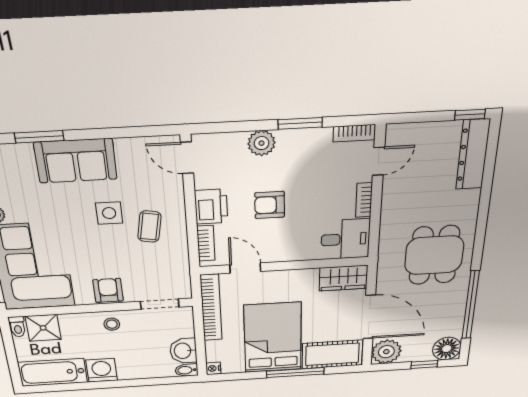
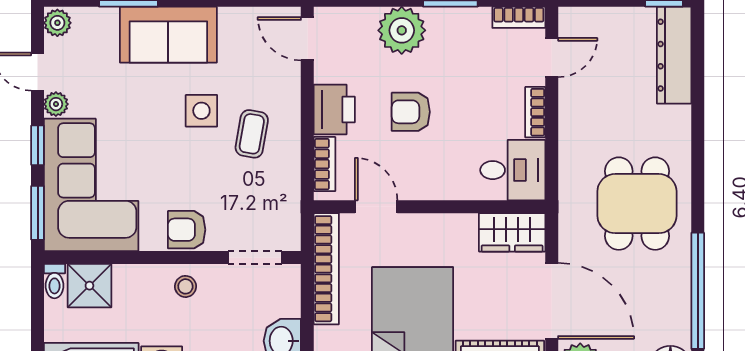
plant: (261, 143) -> (402, 30), width x1.36, depth x1.36
armchair: (108, 290) -> (187, 230), turned -90

